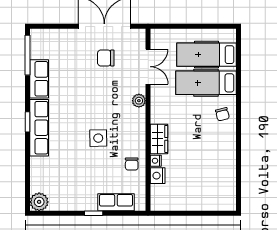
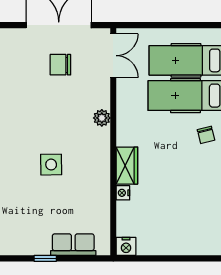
double door: (148, 67) -> (113, 56), moved
chair: (132, 164) -> (93, 197), removed
nightstand: (158, 176) -> (126, 246), moved, turned -90

